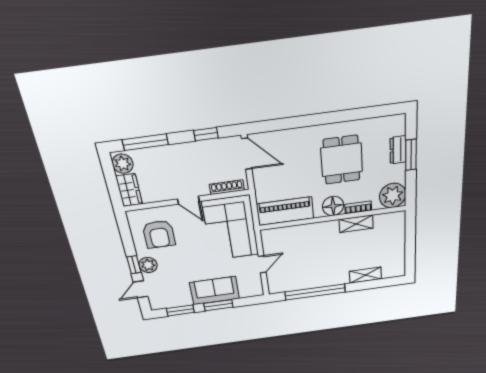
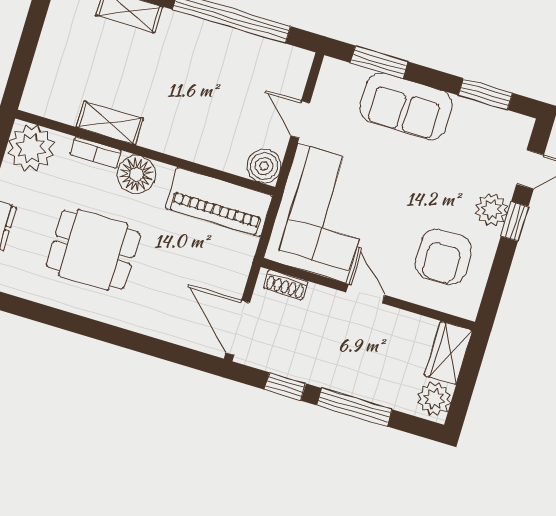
window: (145, 142) -> (354, 407), moved
dining table: (342, 160) -> (93, 250), turned 90
shoe rack: (227, 187) -> (286, 285), width x0.70
armchair: (159, 234) -> (443, 257), turned 180
boiler: (270, 237) -> (264, 166), added
door: (262, 264) -> (300, 119), hinge flipped
window: (218, 305) -> (379, 62), moved

